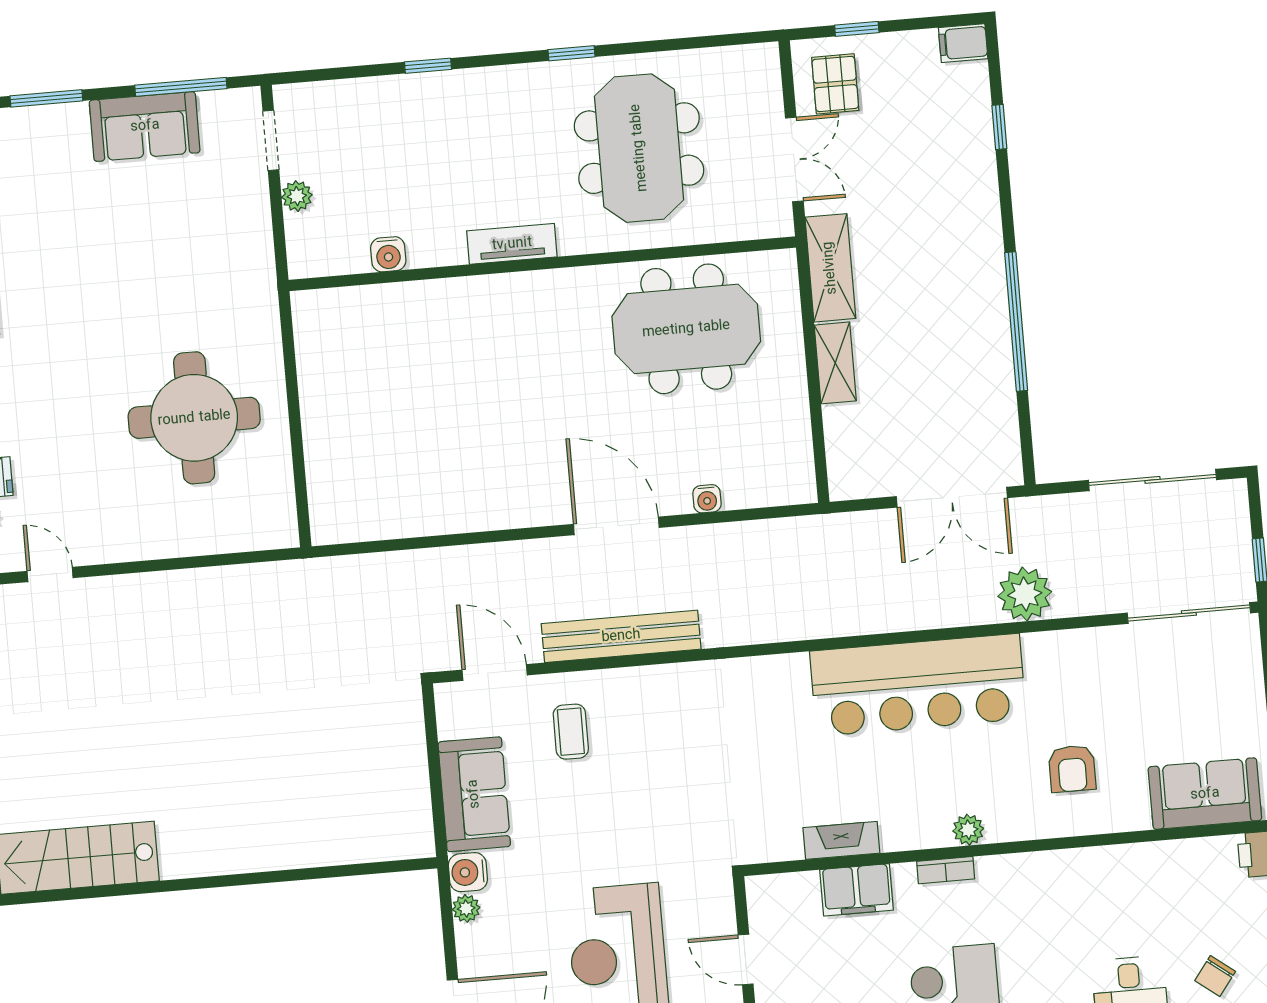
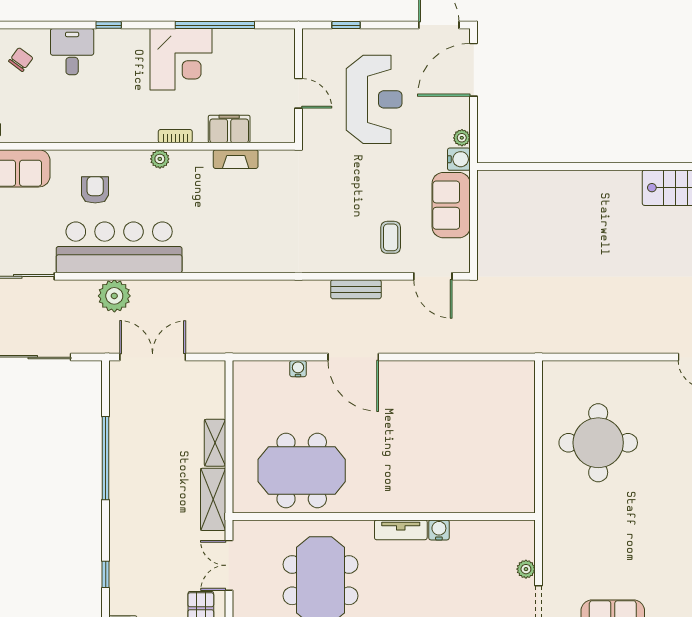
water cooler: (388, 254) -> (439, 530), moved
bench: (621, 636) -> (356, 289), width x0.54, depth x0.82
bar counter: (918, 685) -> (119, 247), moved

